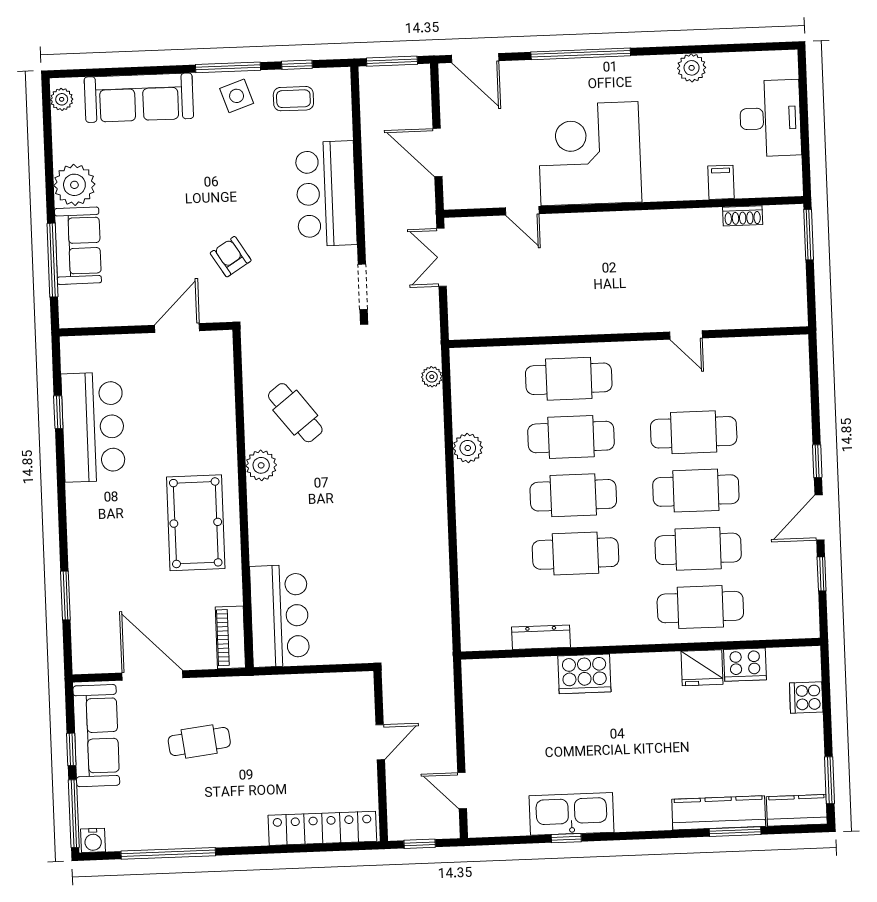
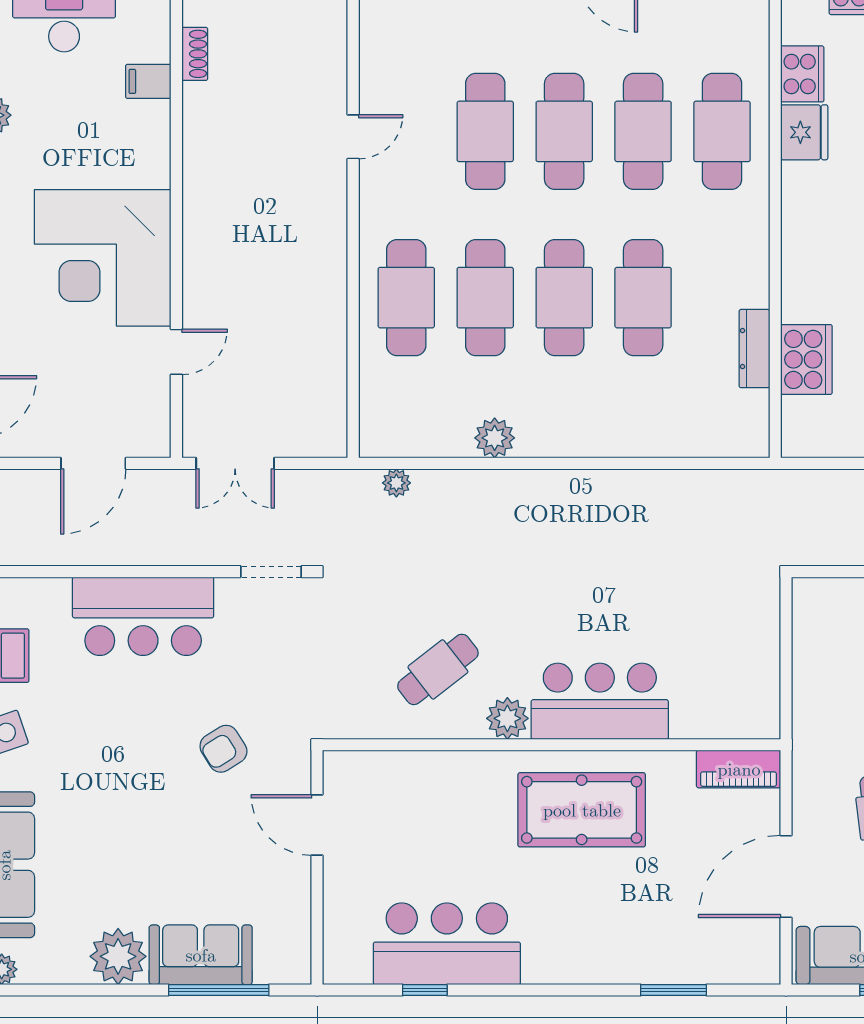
bar counter: (280, 616) -> (600, 701), moved
cooker: (584, 674) -> (806, 359), moved

